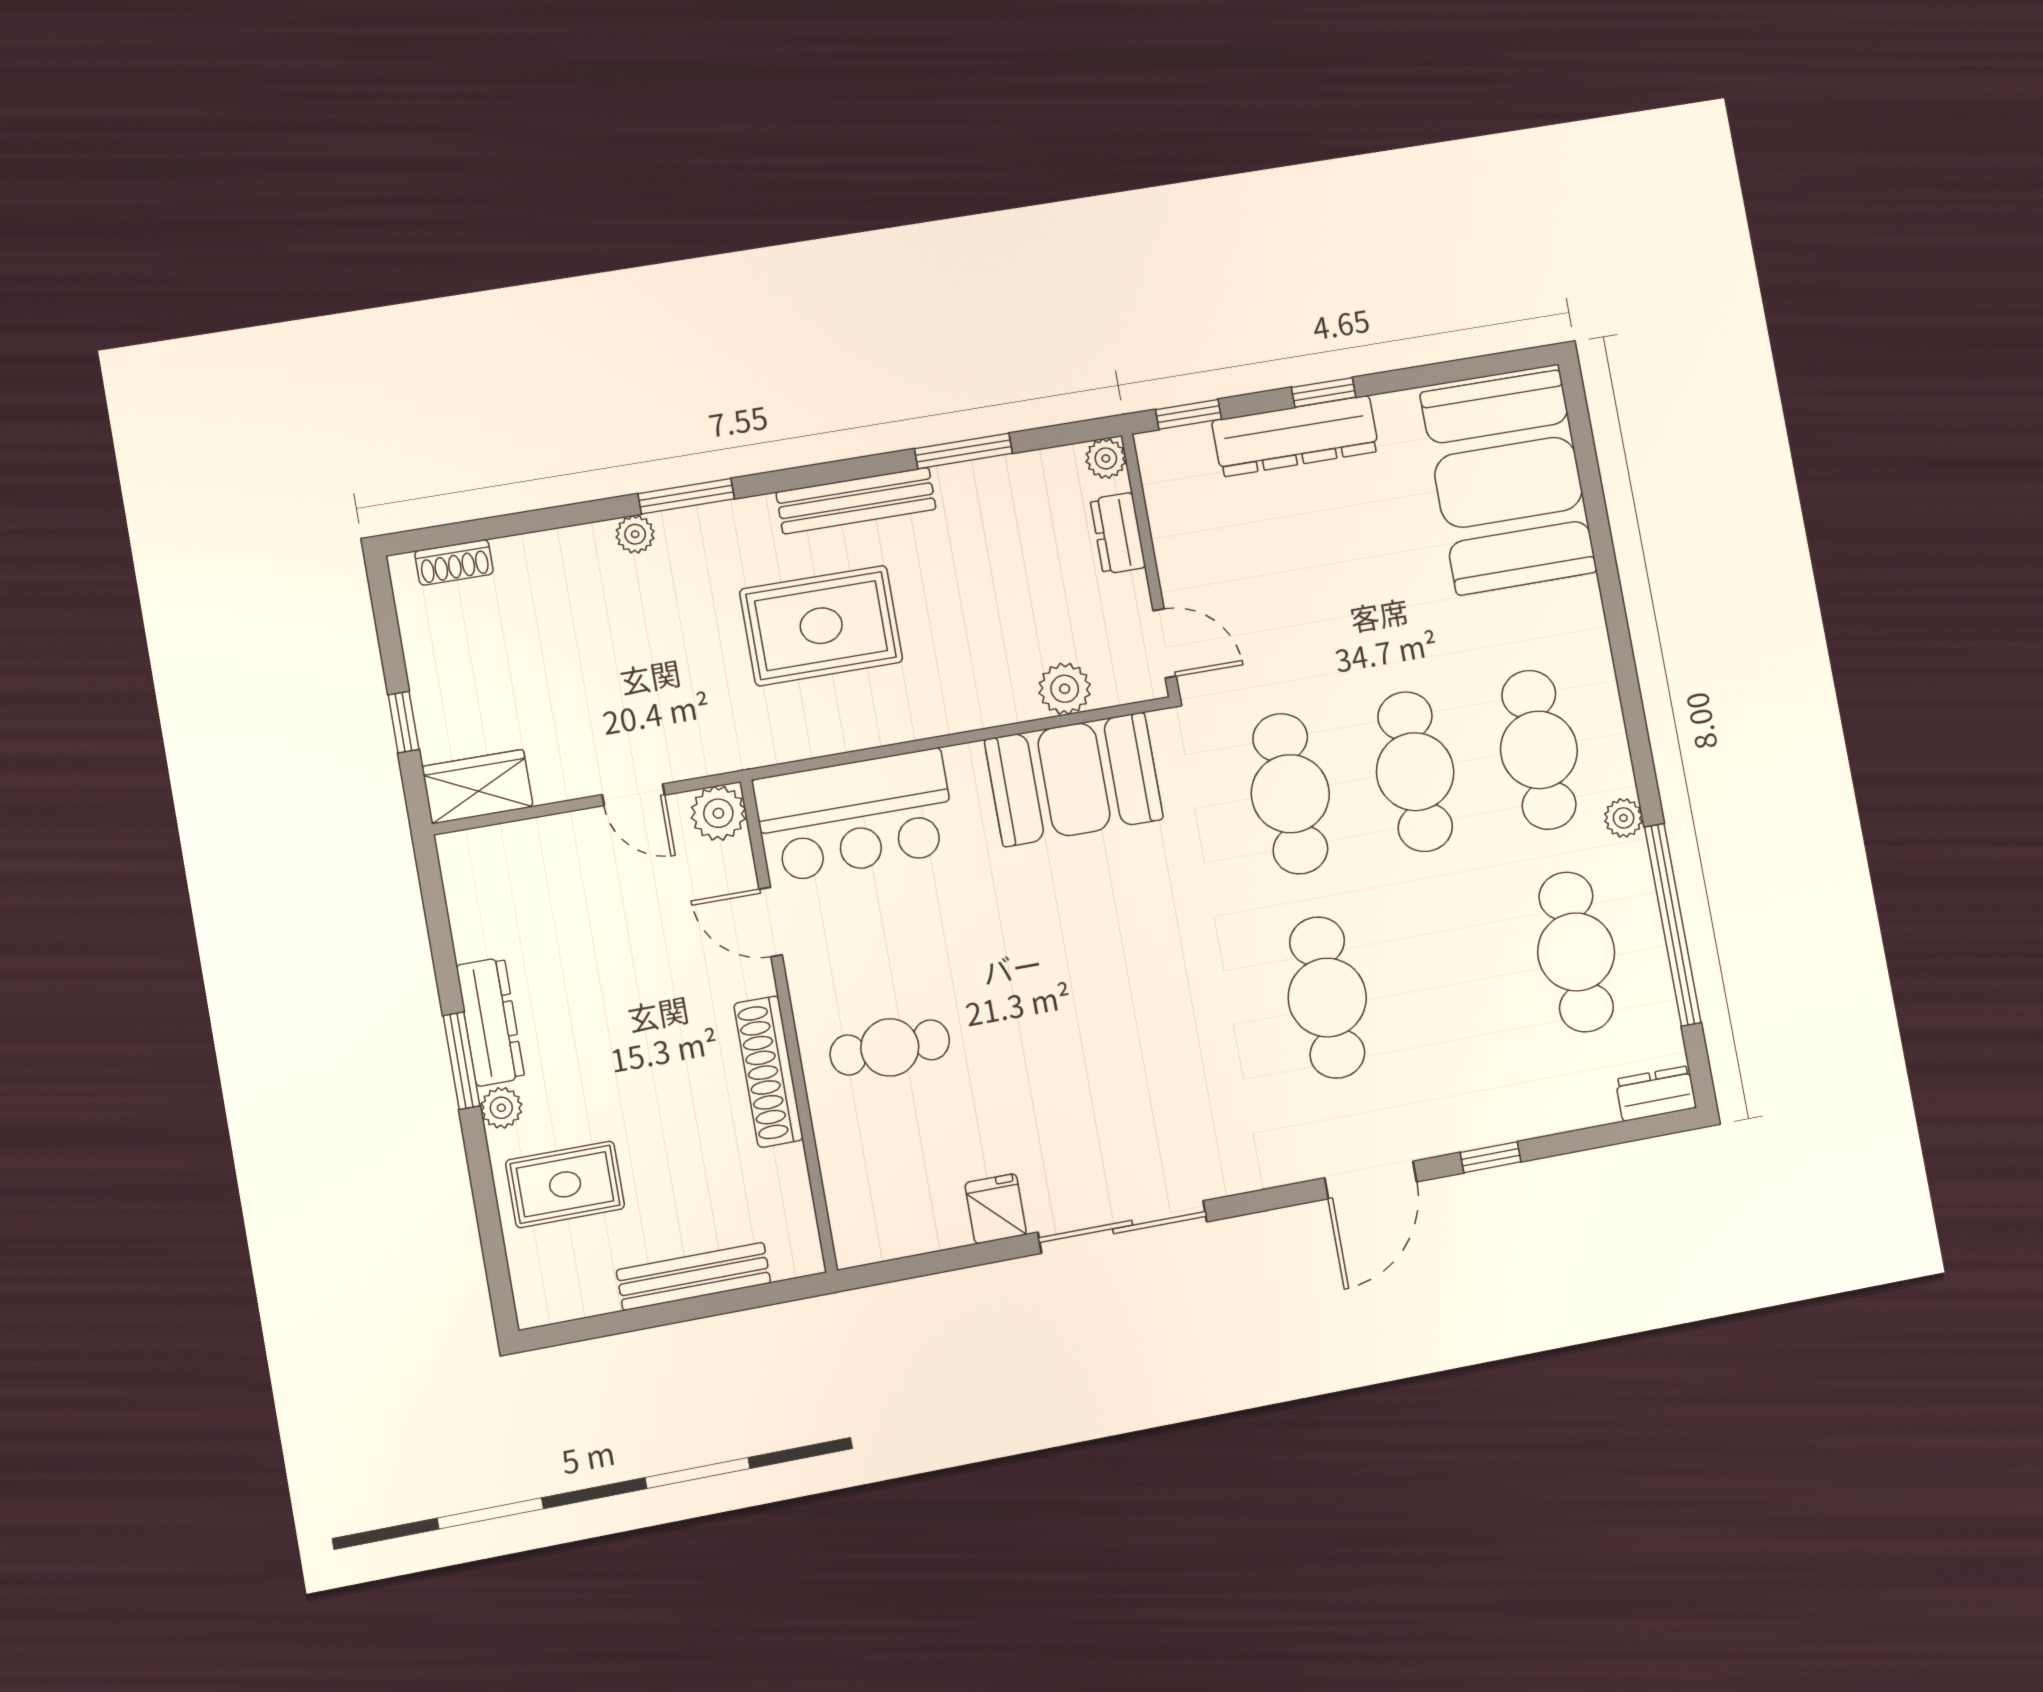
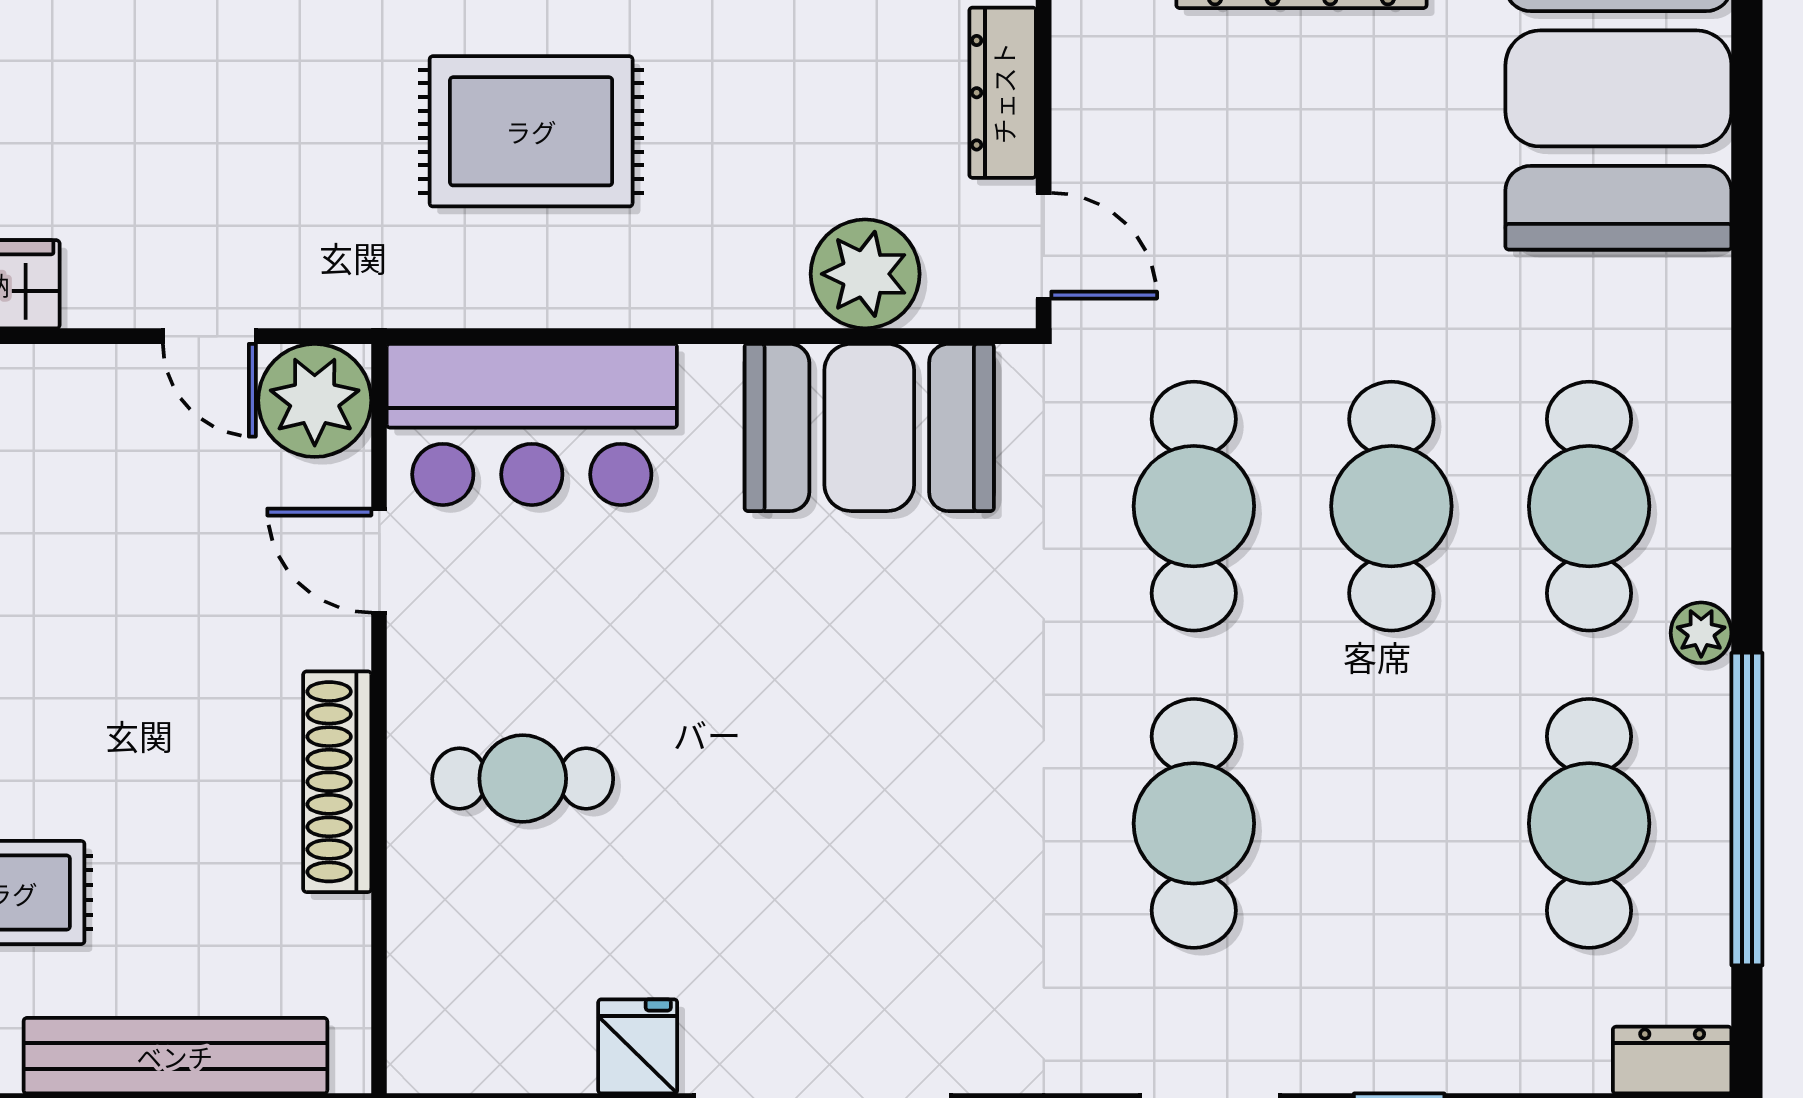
dresser: (1118, 533) -> (1003, 93), width x1.44
plant: (1065, 689) -> (865, 274), width x1.36, depth x1.36
plant: (718, 813) -> (315, 400), width x1.36, depth x1.36
bench: (694, 1276) -> (175, 1056), width x1.37, depth x1.21

